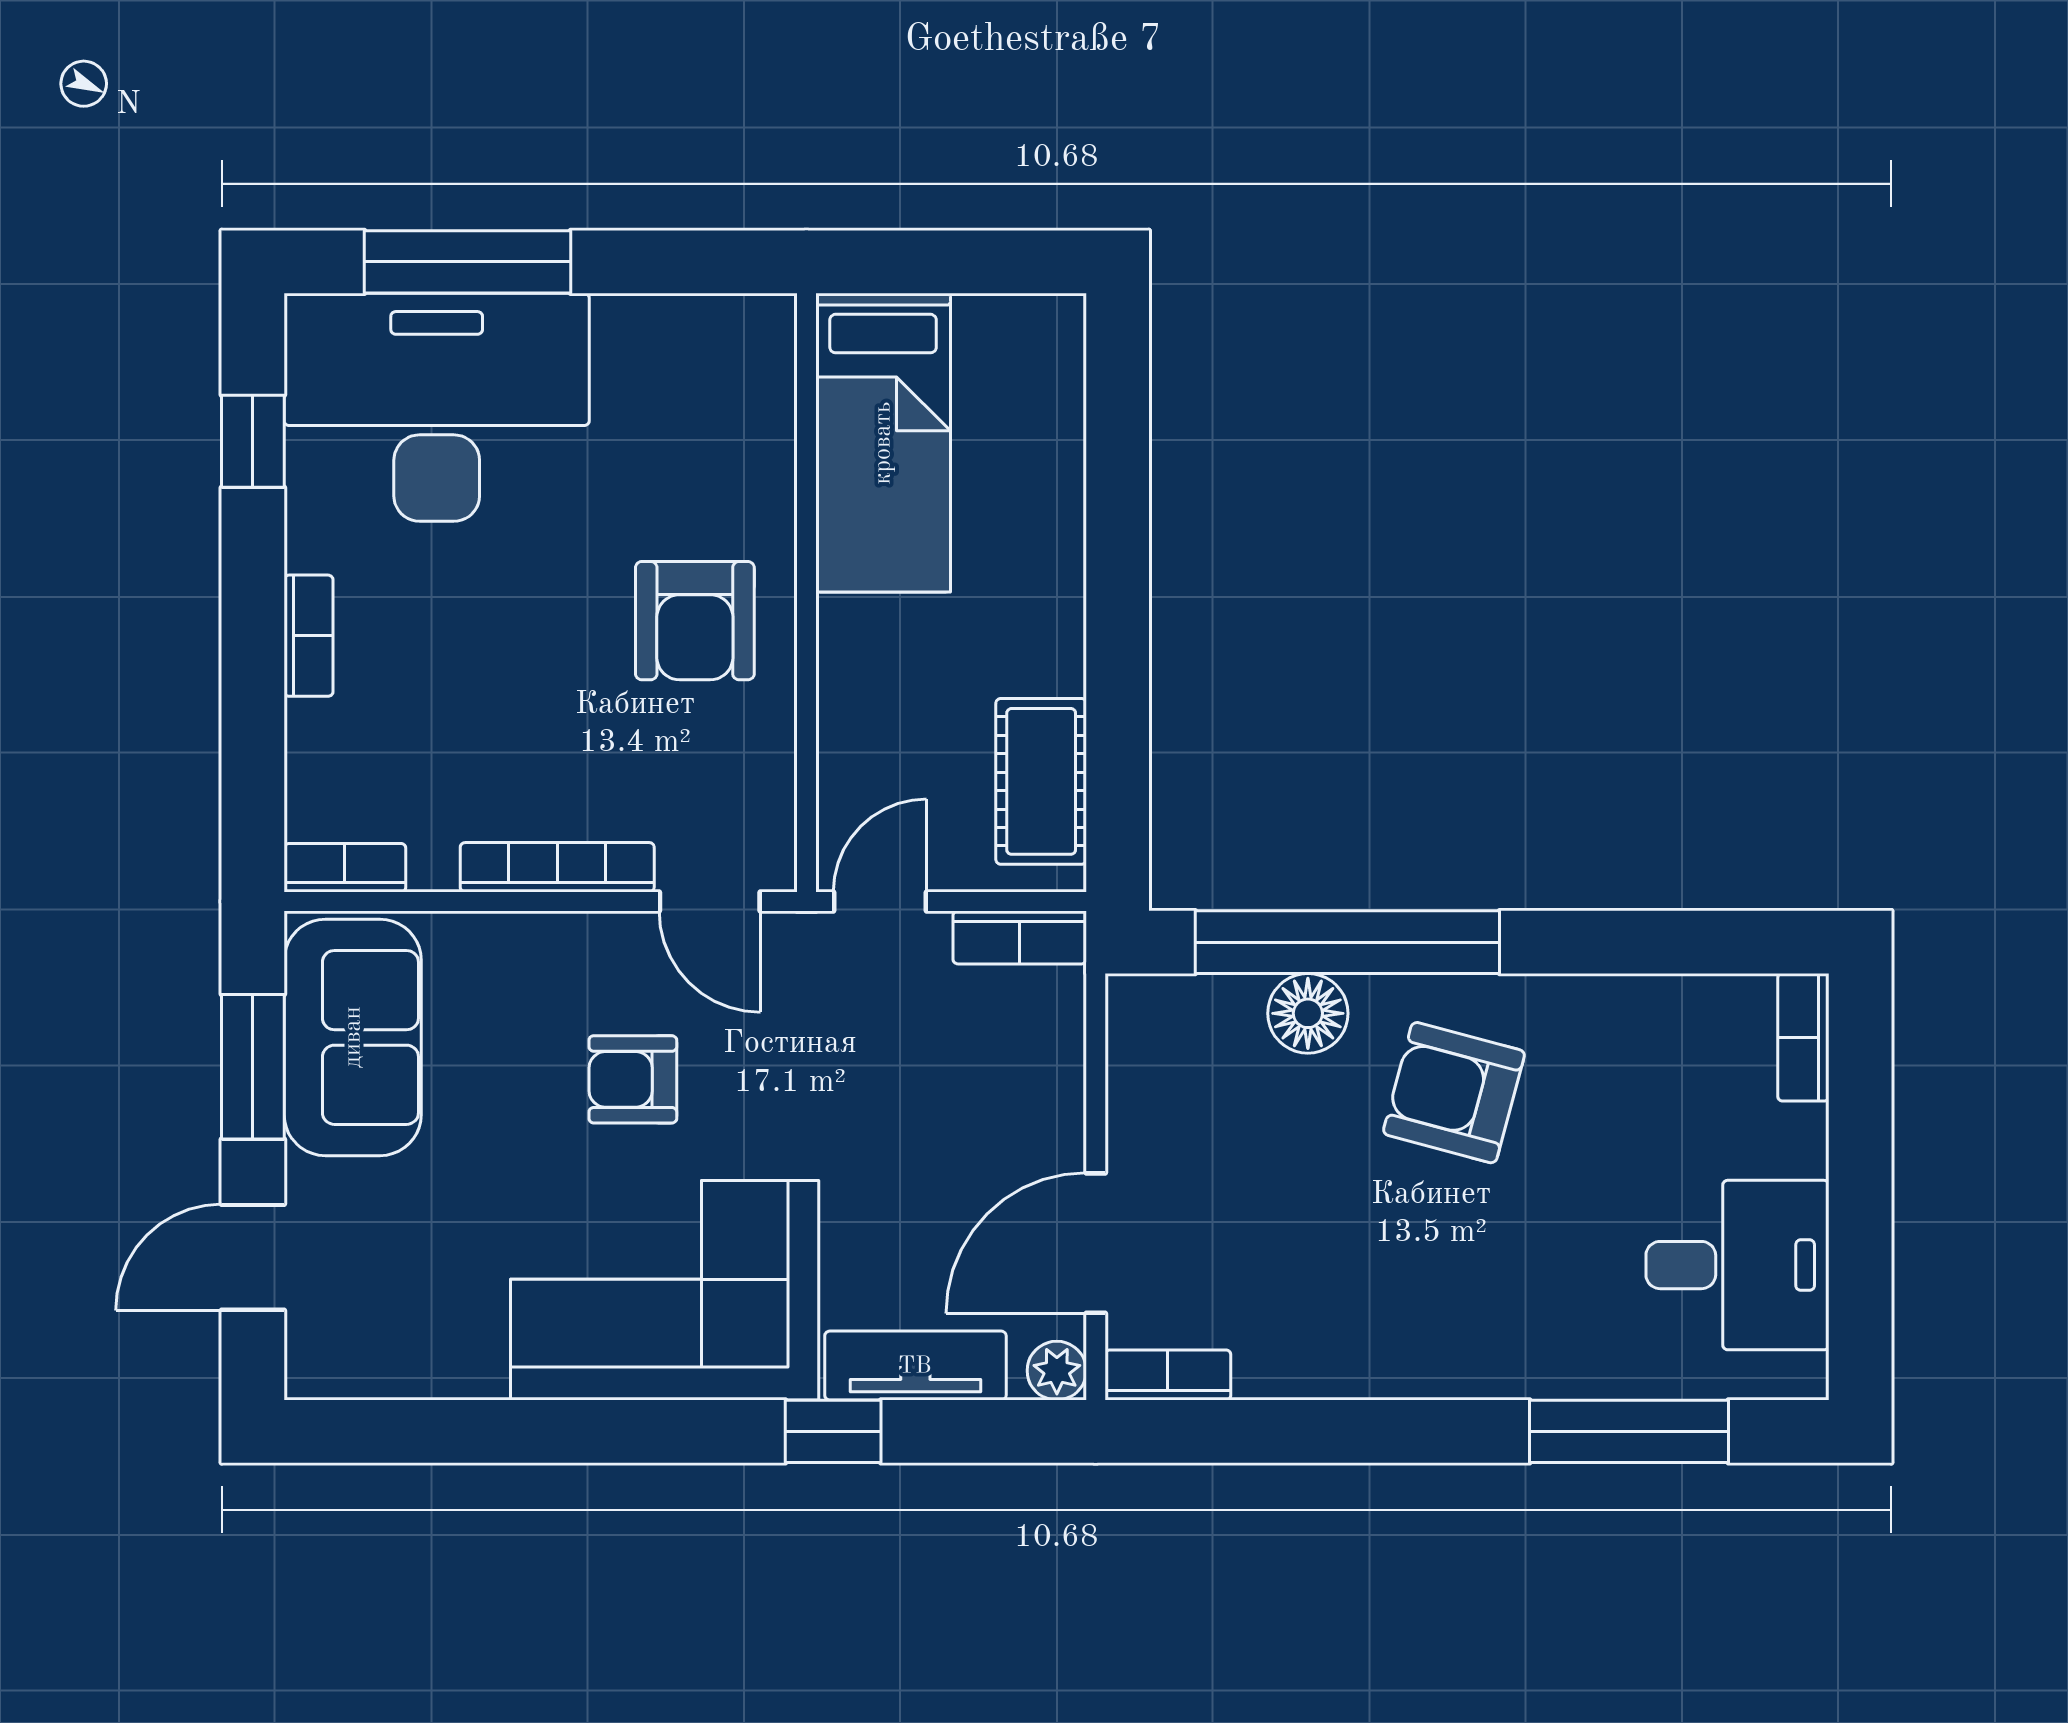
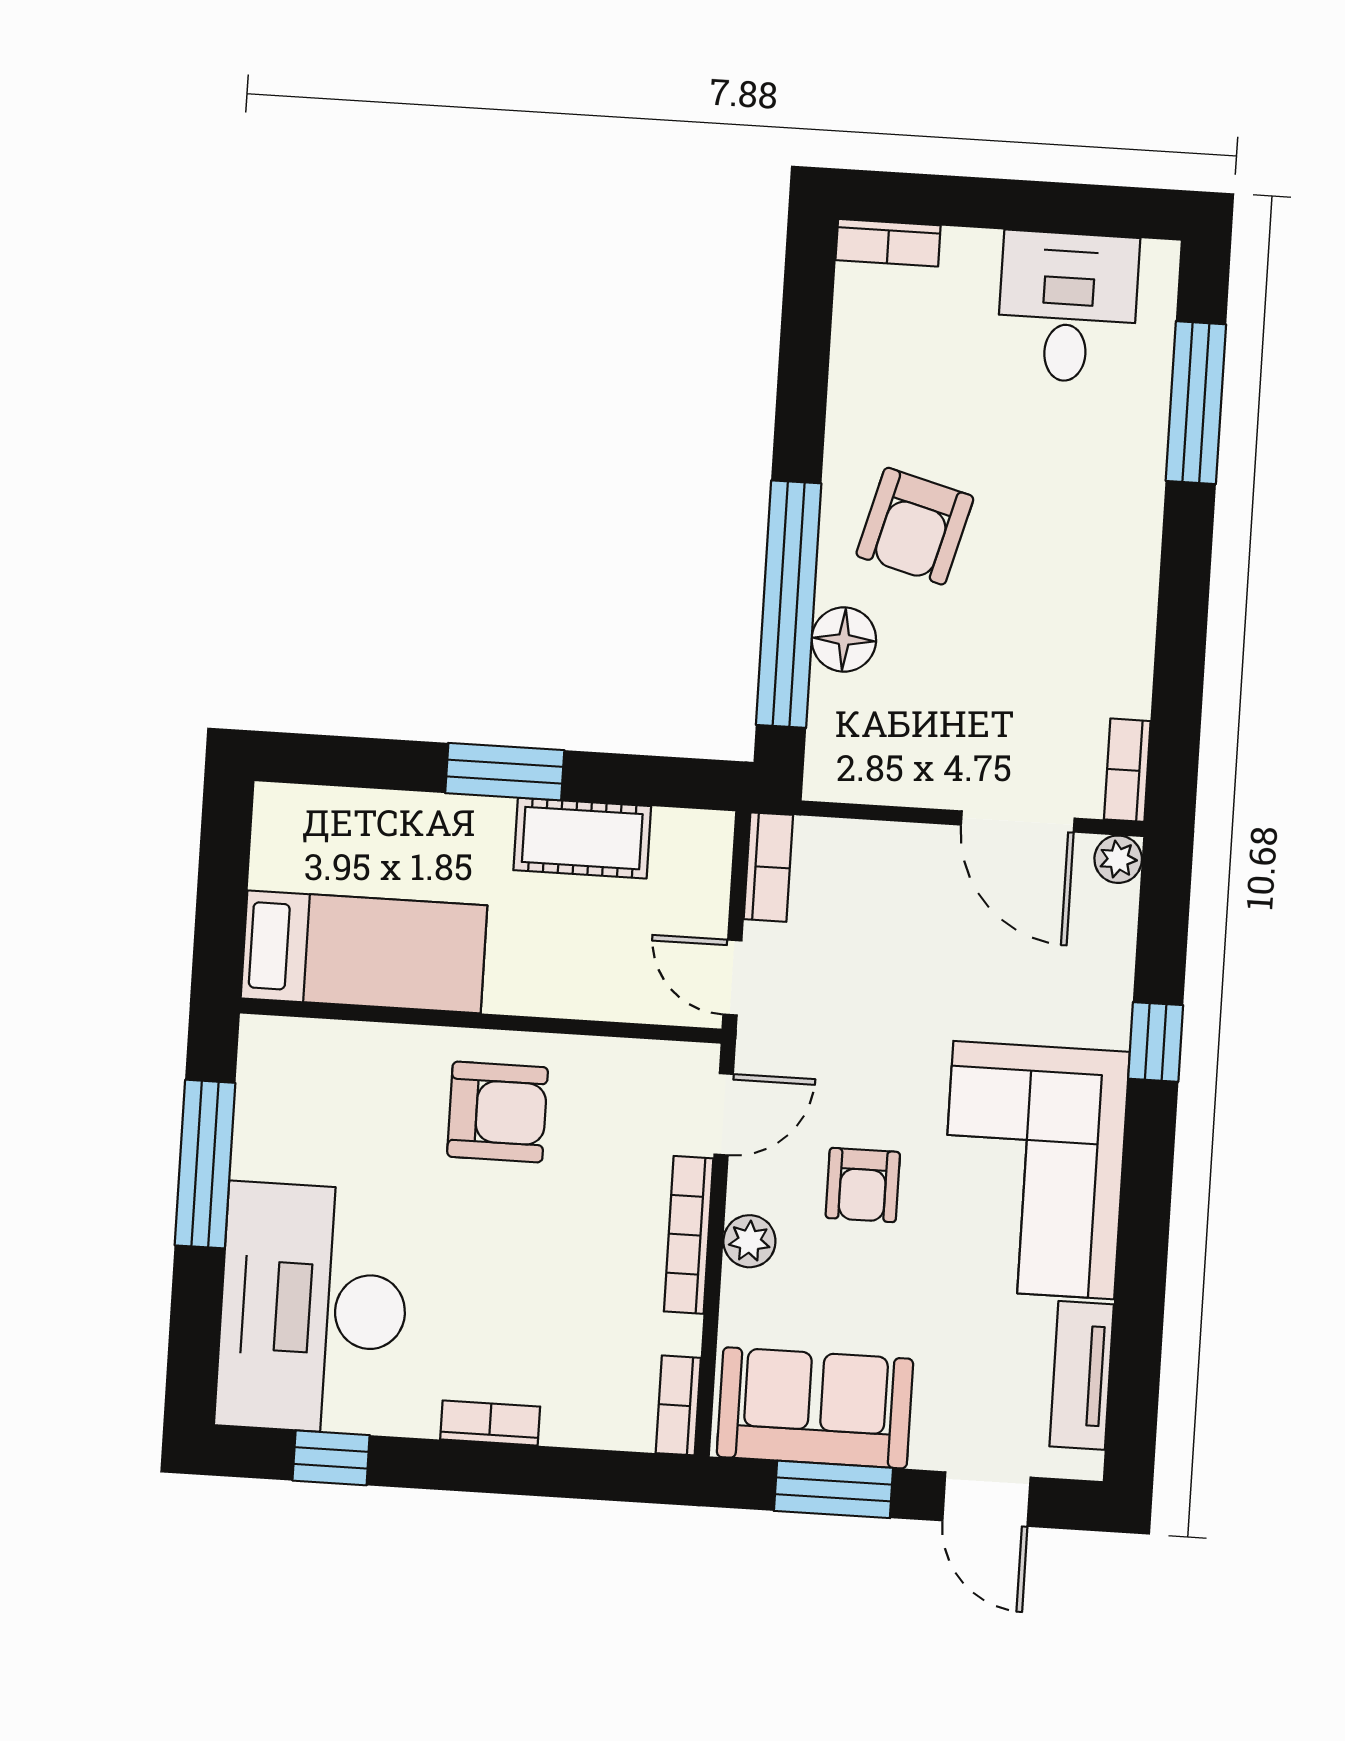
window: (468, 262) -> (205, 1164), moved
window: (1118, 603) -> (505, 772), added
cot: (1041, 781) -> (582, 838), moved
plant: (554, 943) -> (749, 1241), added
tv unit: (915, 1366) -> (1082, 1375), moved

